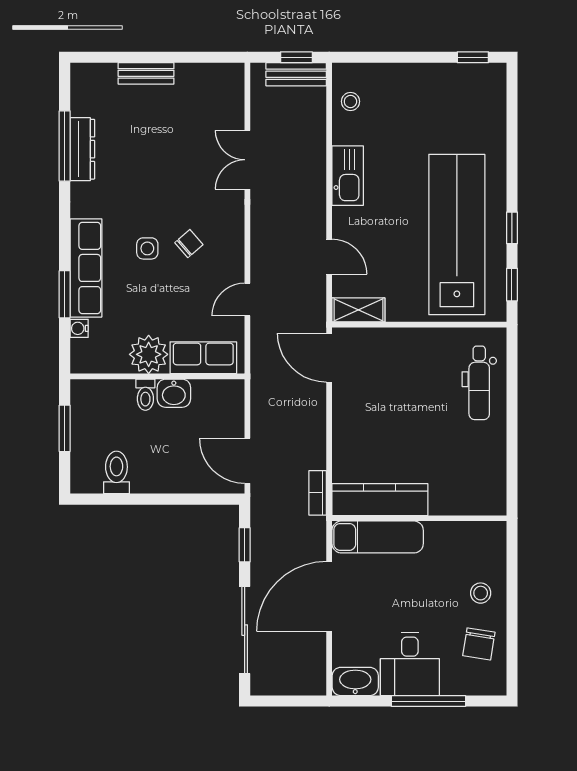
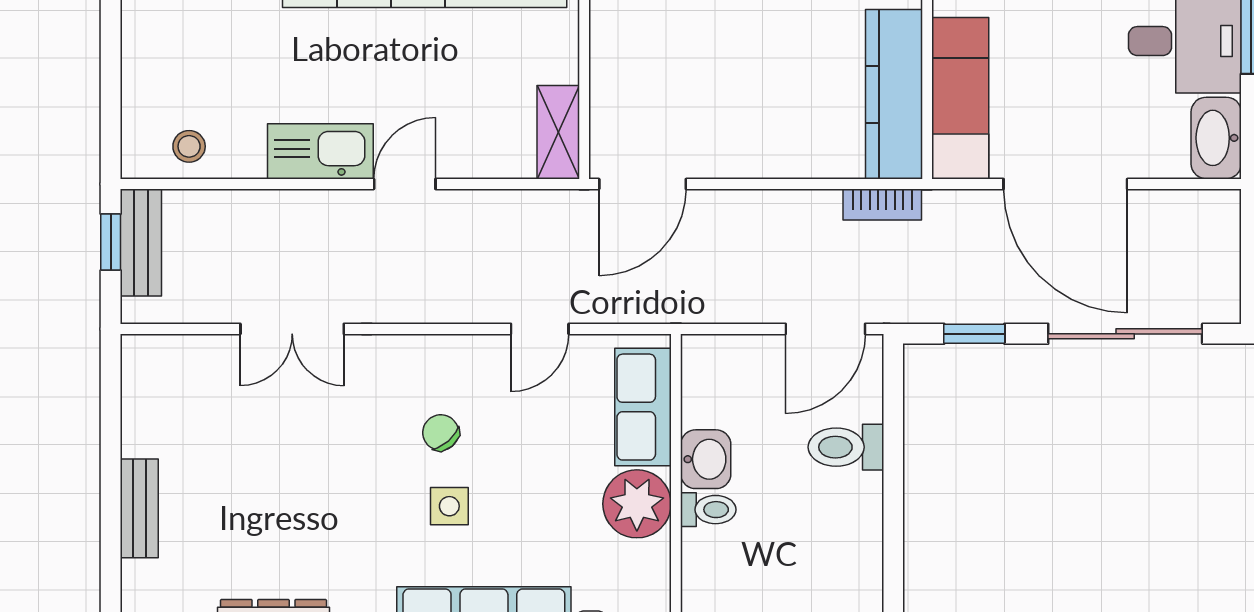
door: (329, 257) -> (405, 184), moved
door: (247, 299) -> (540, 329), hinge flipped
toilet: (116, 472) -> (846, 447), moved

